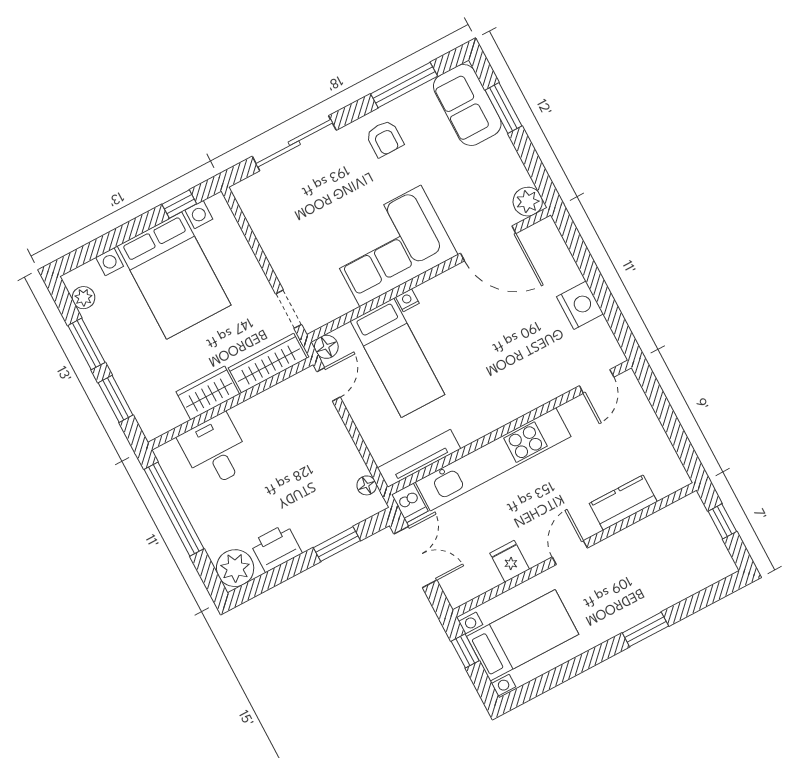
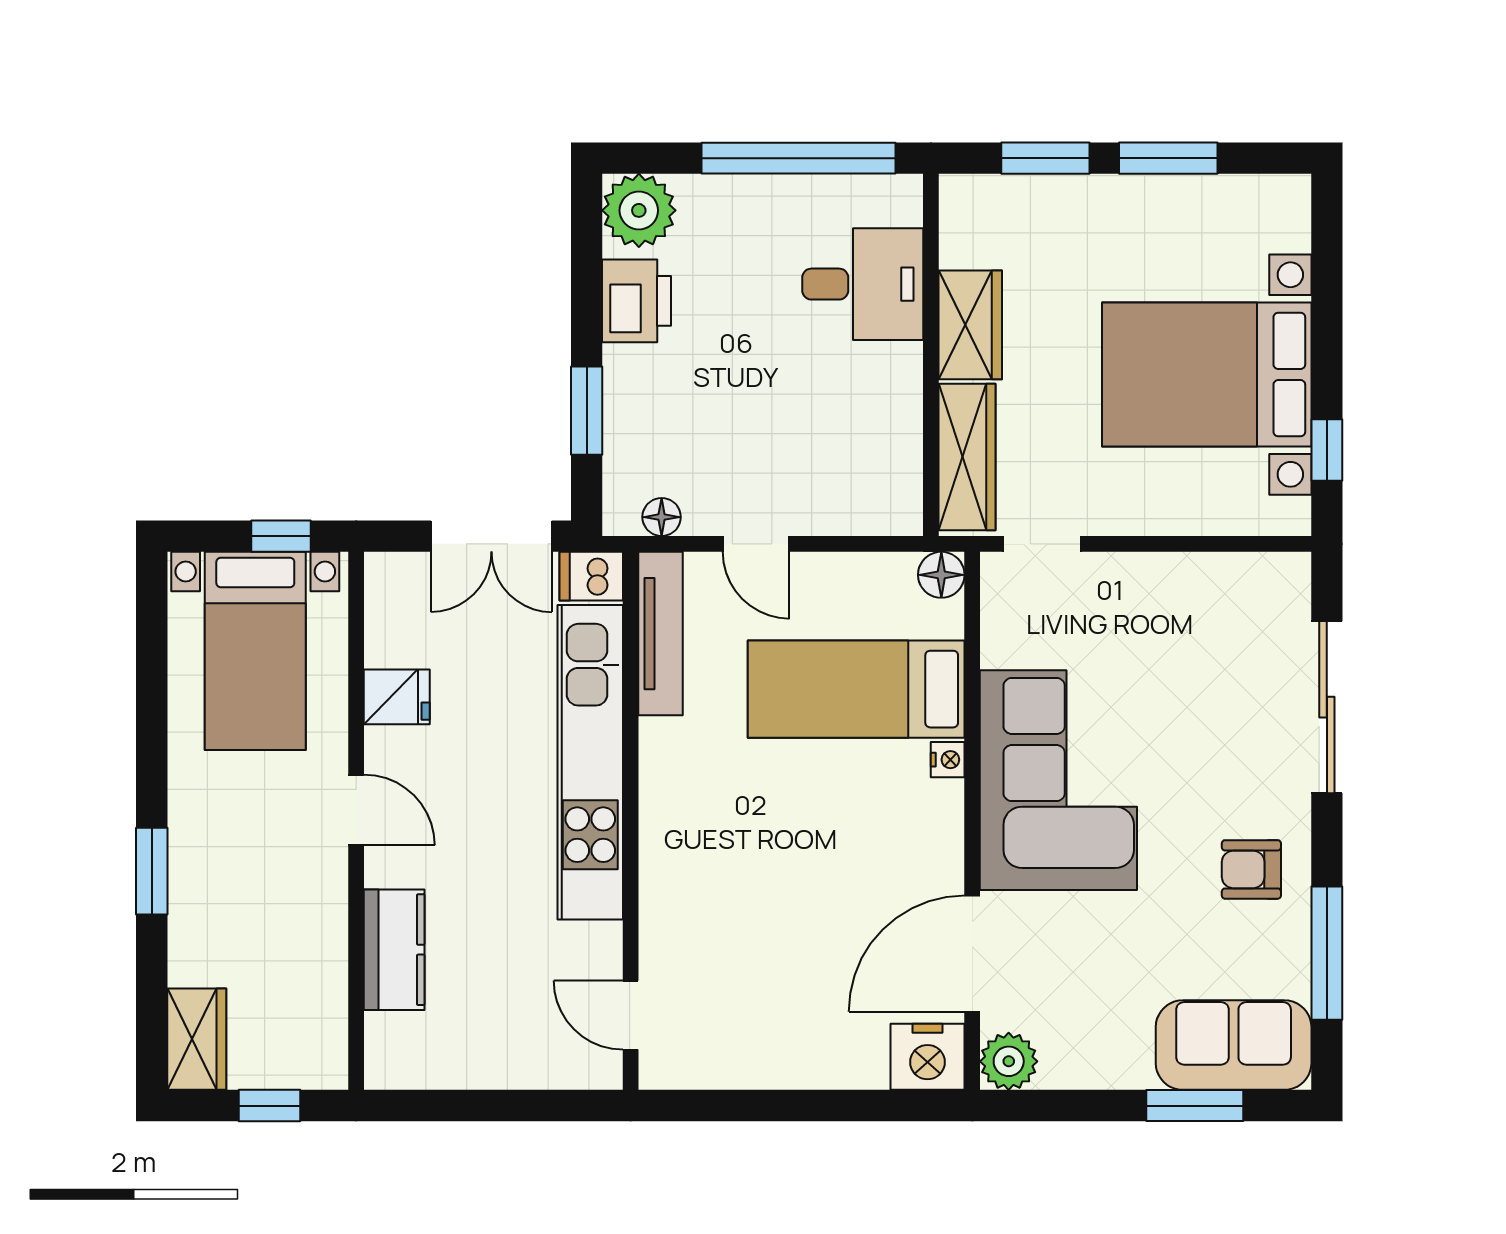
plant: (84, 298) -> (1252, 196), removed
nightstand: (580, 305) -> (927, 1057), moved
door: (329, 384) -> (756, 544), moved
wardrobe: (710, 570) -> (197, 1039), added

